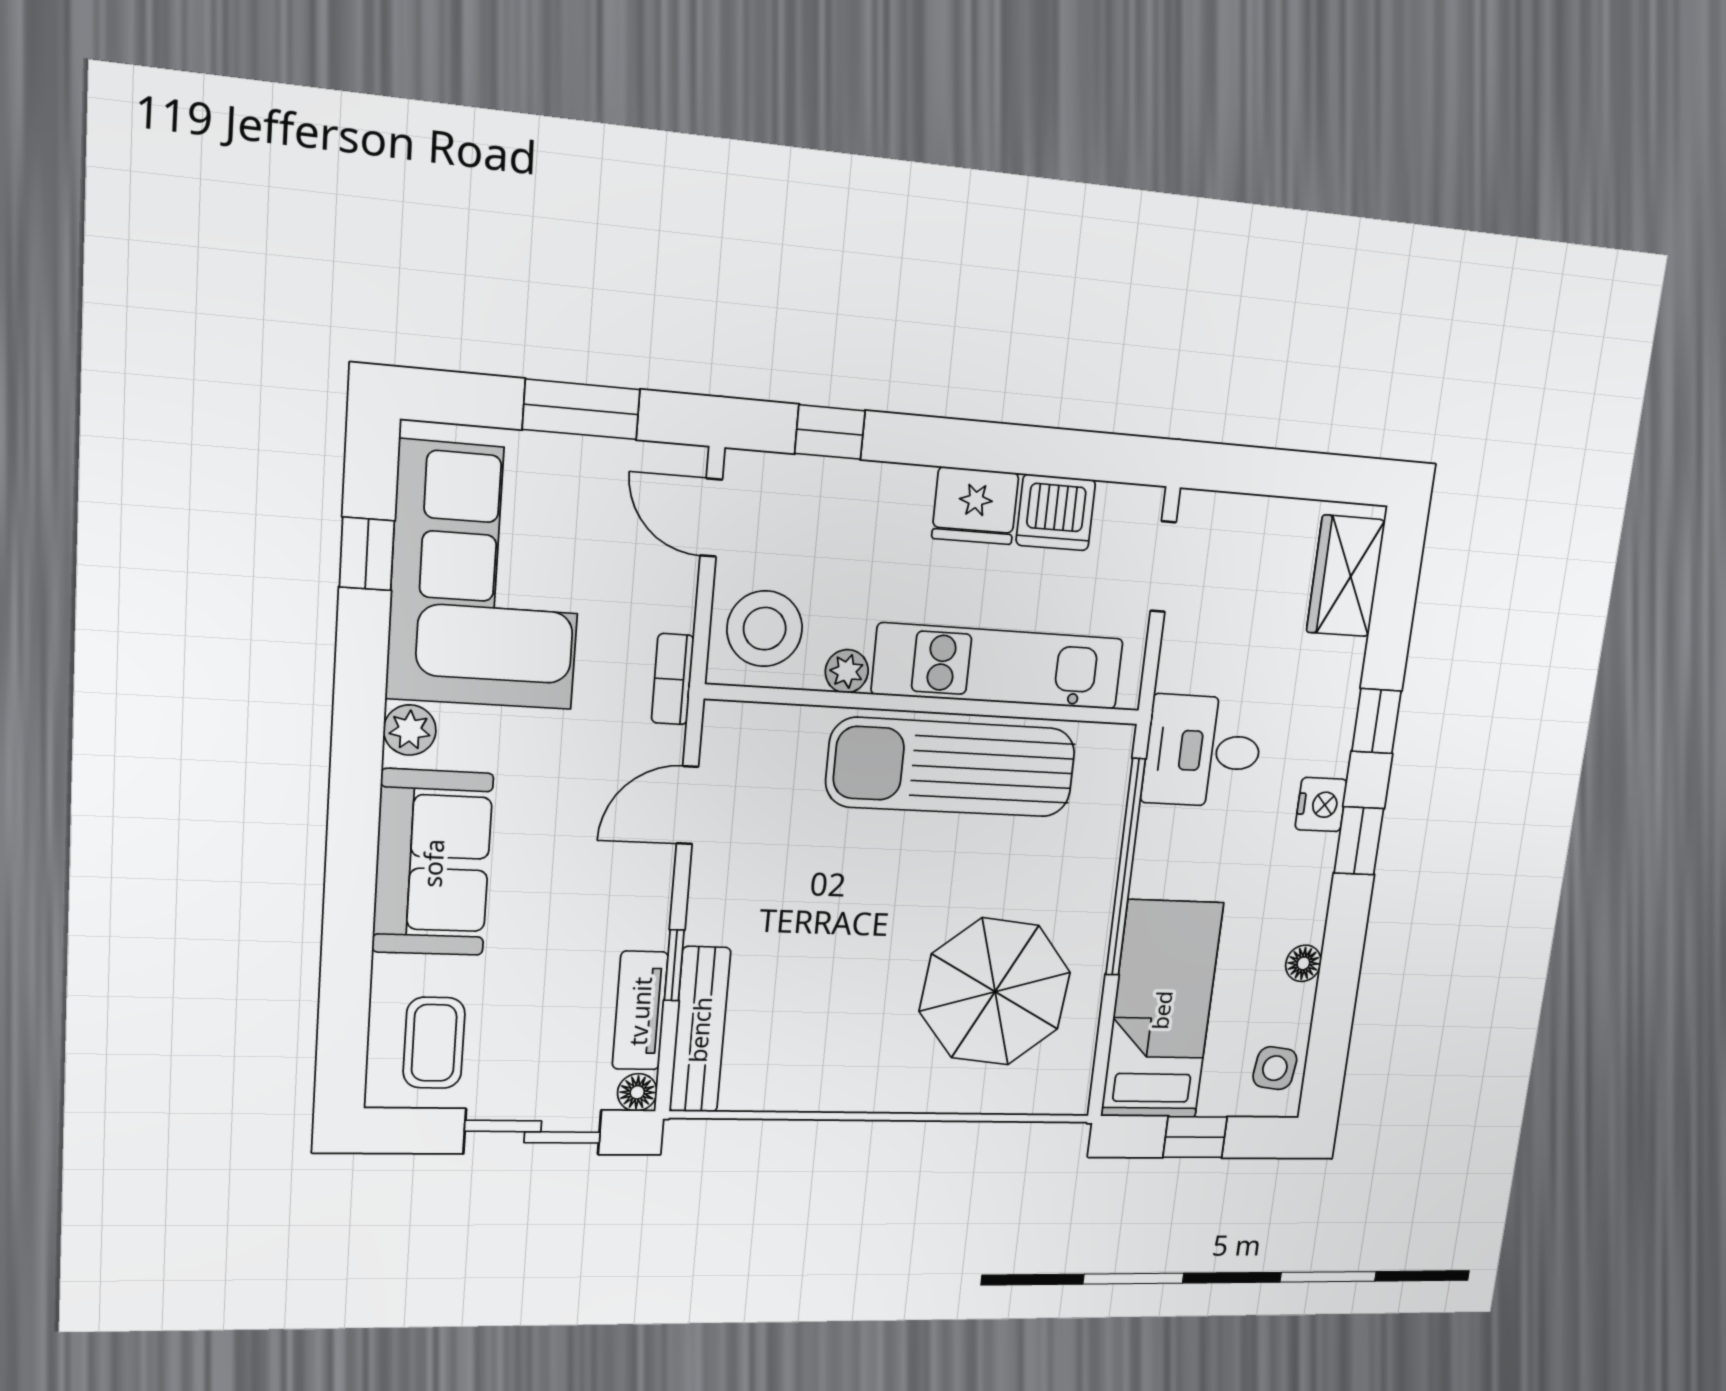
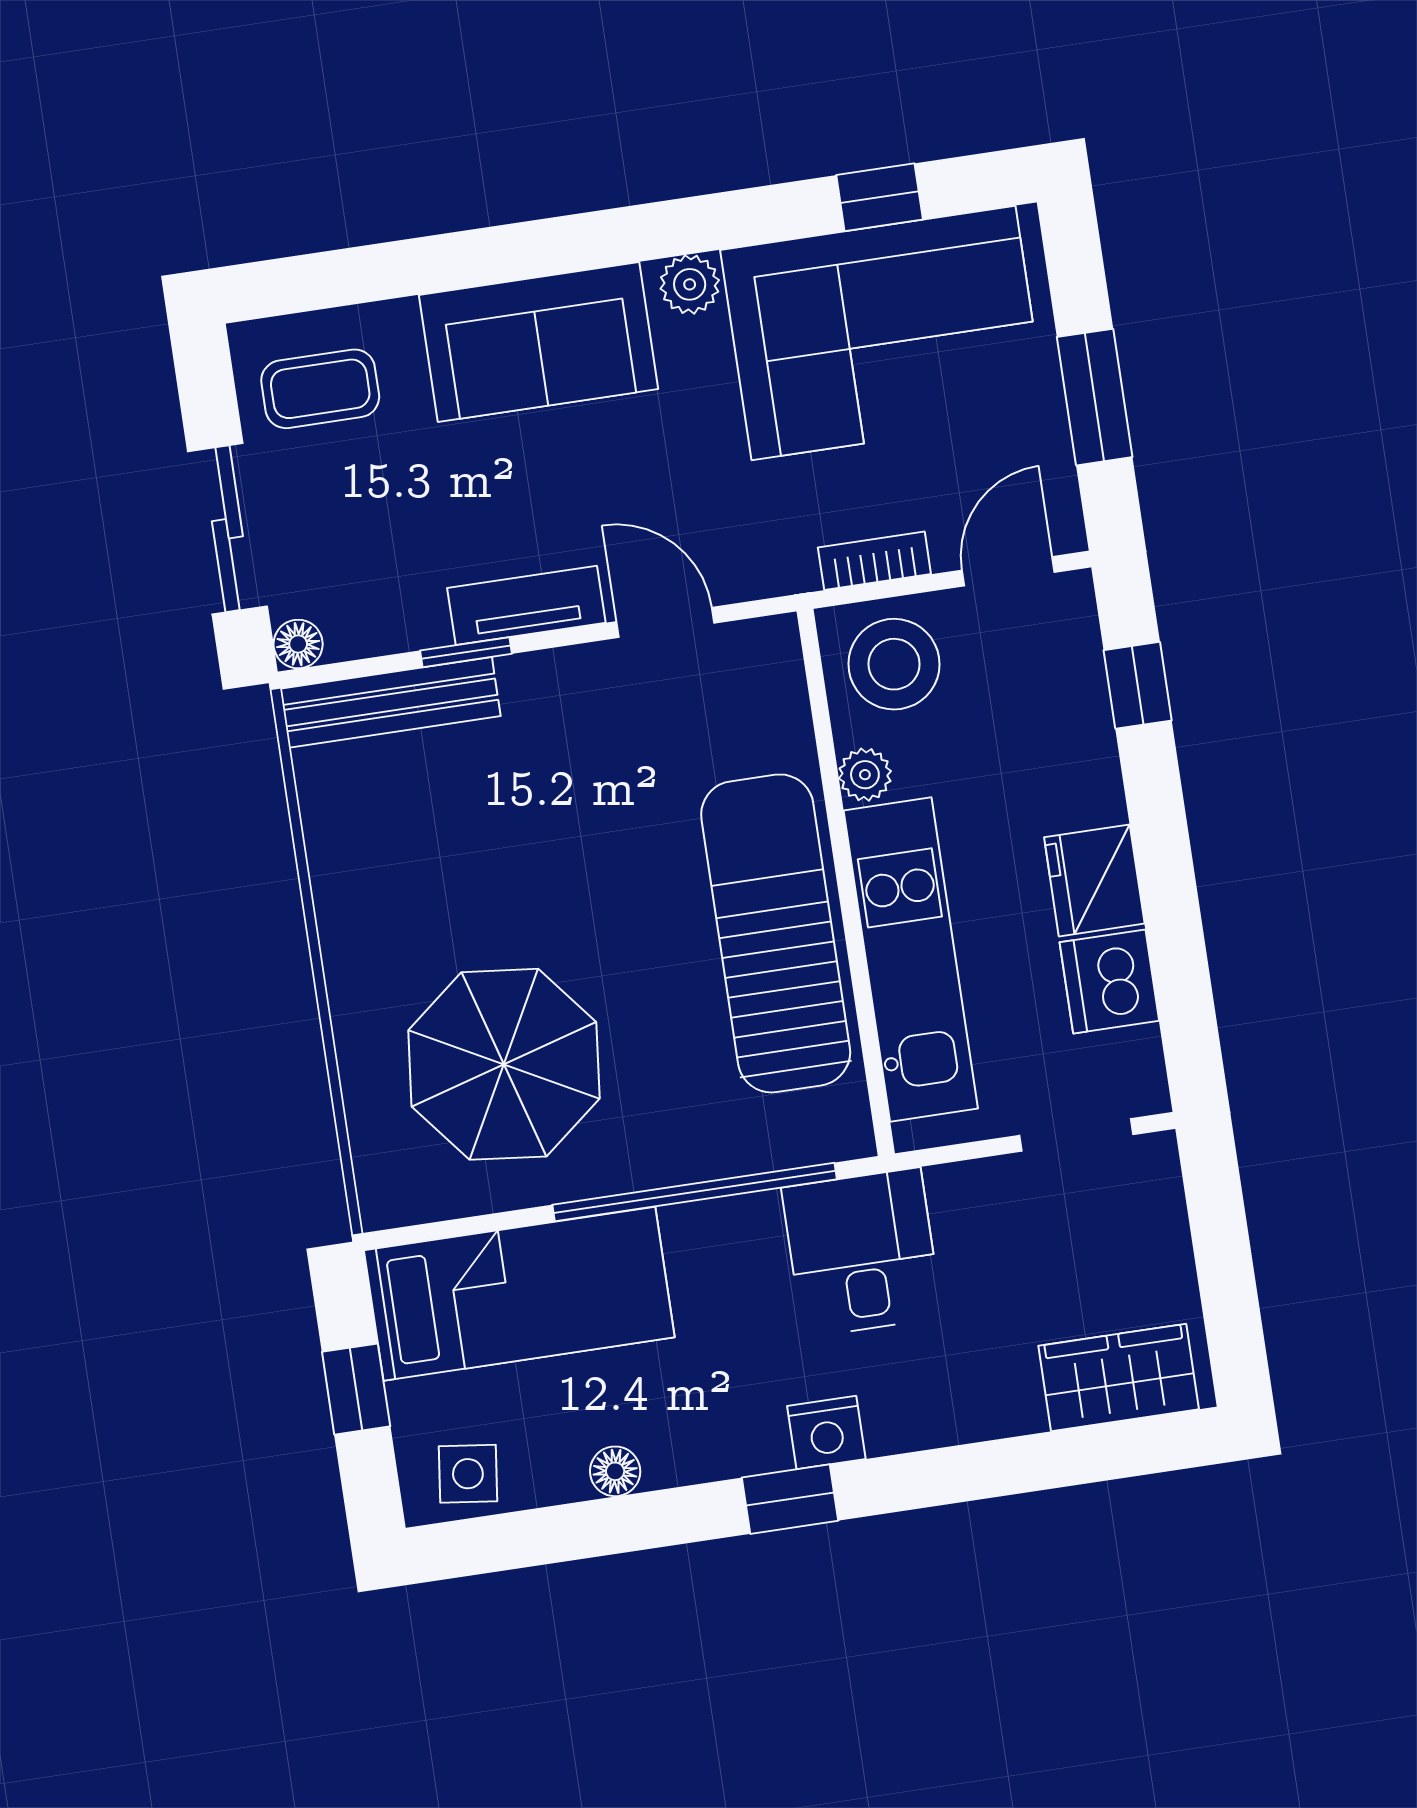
bookcase: (673, 679) -> (874, 561), moved
window: (1376, 721) -> (948, 1476), removed
tv unit: (640, 1011) -> (526, 605), moved

